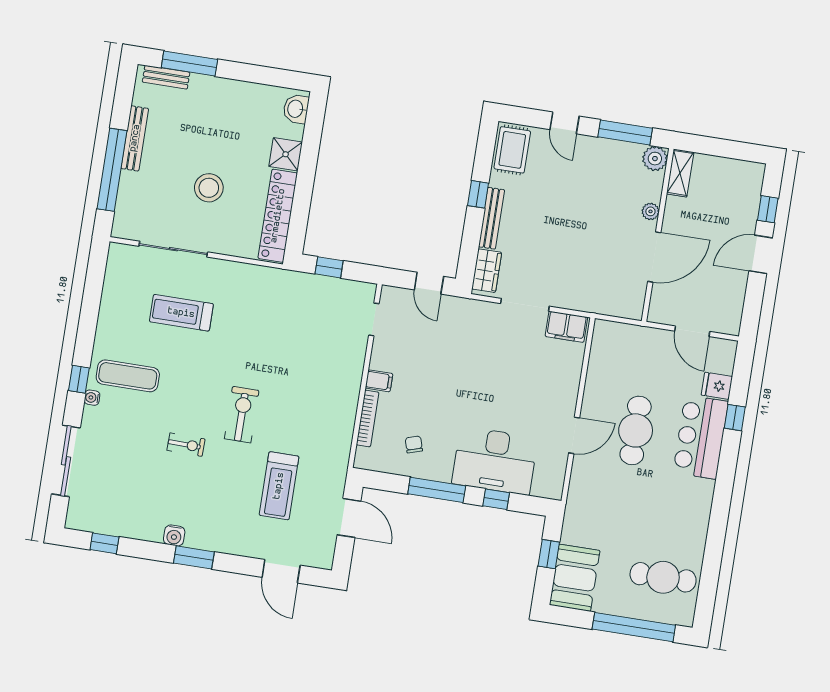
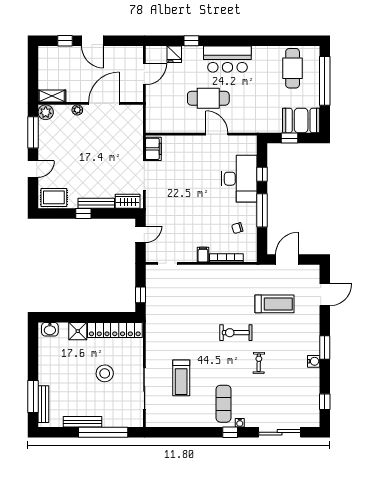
bench: (166, 77) -> (43, 404), width x1.36
door: (654, 257) -> (104, 103), hinge flipped
bar counter: (701, 437) -> (227, 59), moved

